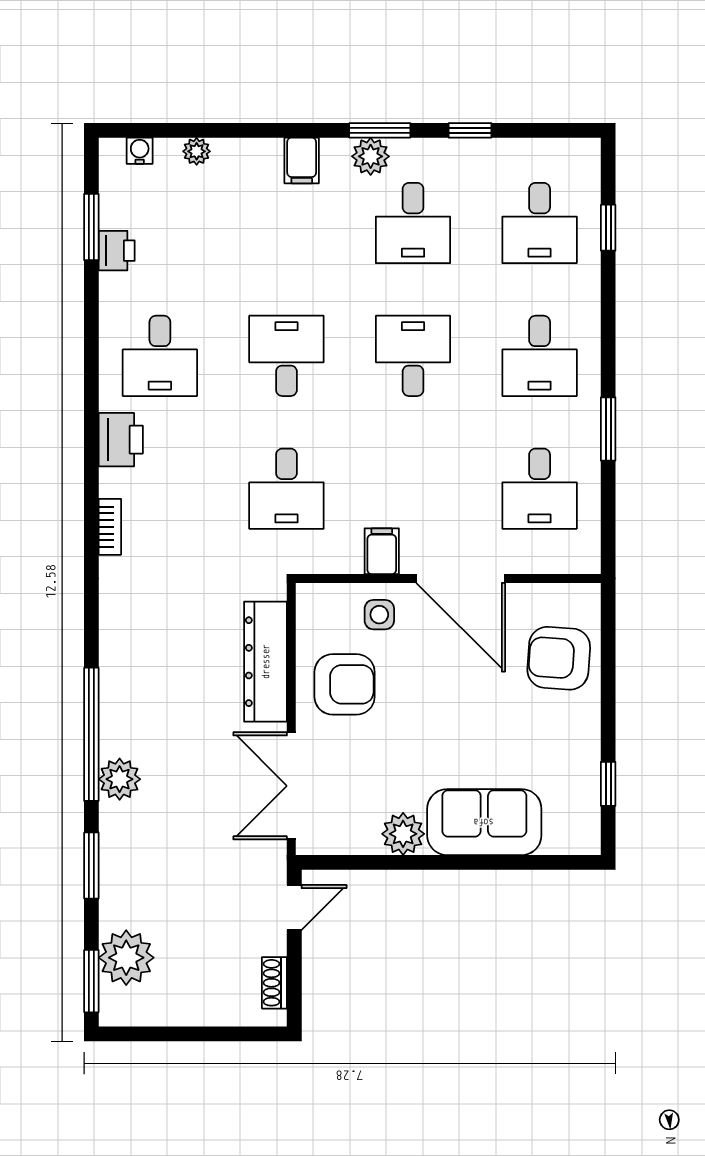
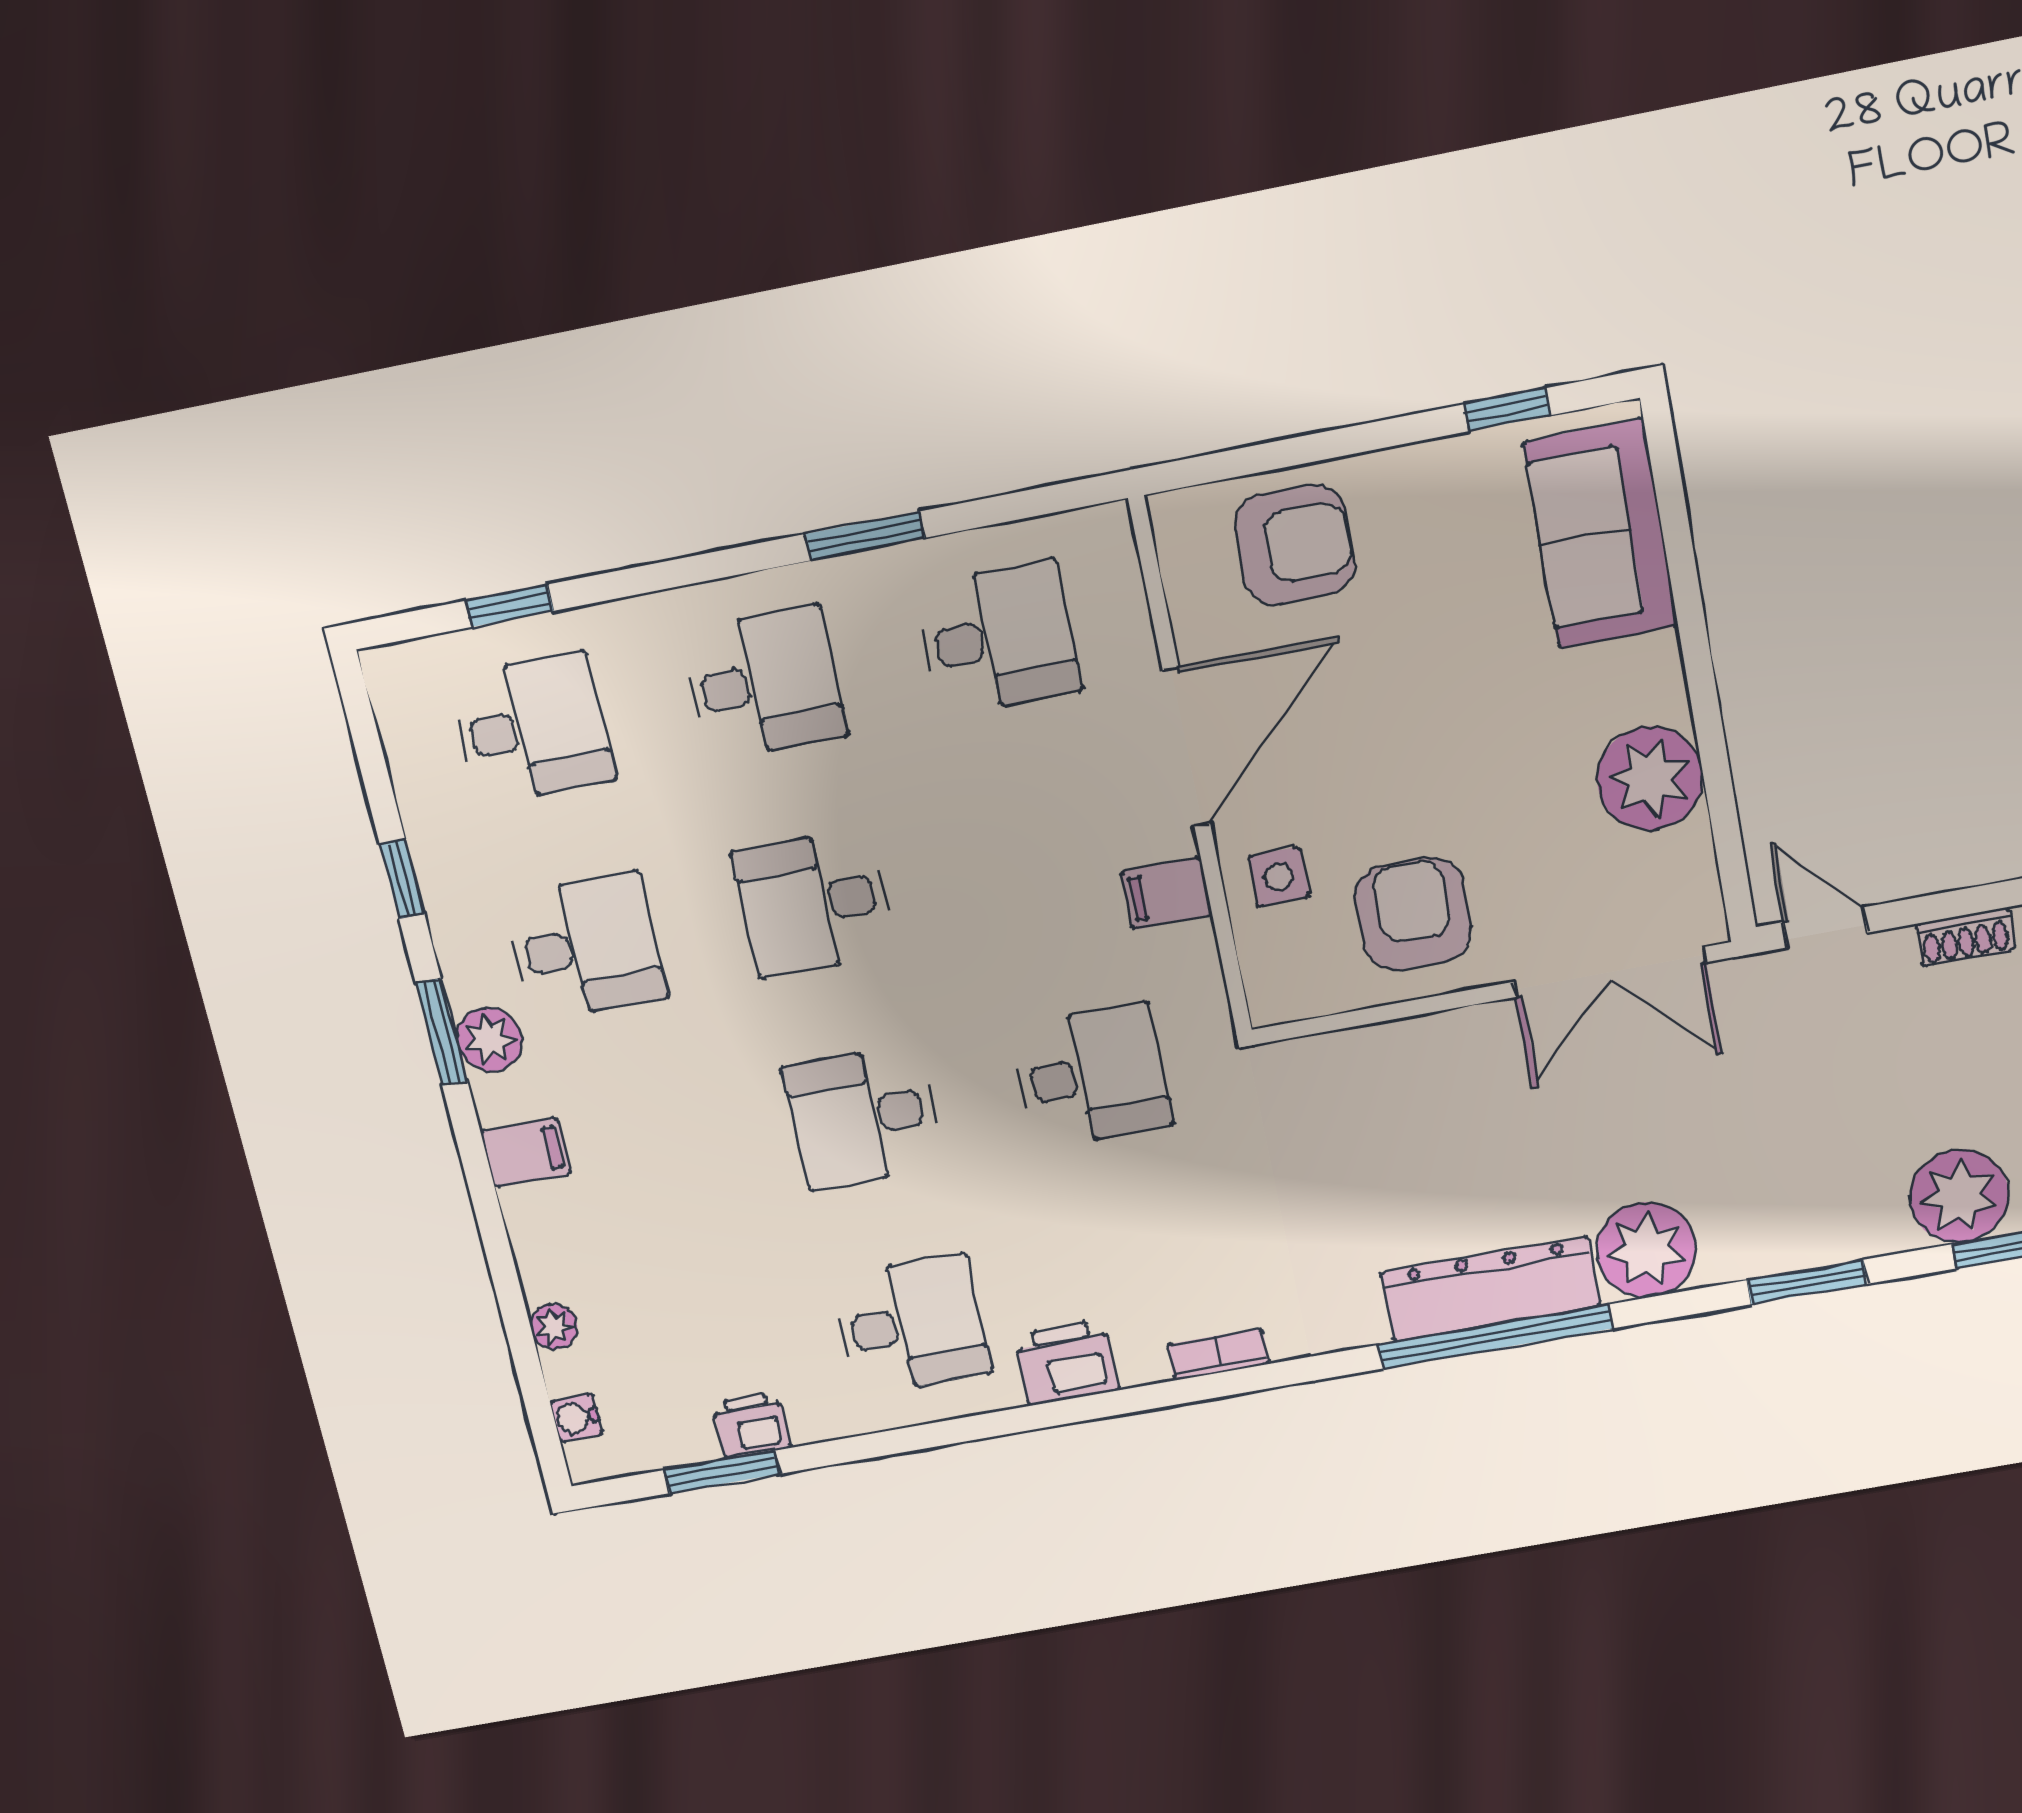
armchair: (559, 658) -> (1295, 545), turned -94
dresser: (266, 662) -> (1490, 1289), moved, turned 180
window: (91, 734) -> (1495, 1337), moved
plant: (120, 779) -> (1646, 1250), width x1.36, depth x1.36
sofa: (484, 822) -> (1601, 534), moved
plant: (403, 834) -> (1650, 778), width x1.36, depth x1.36

